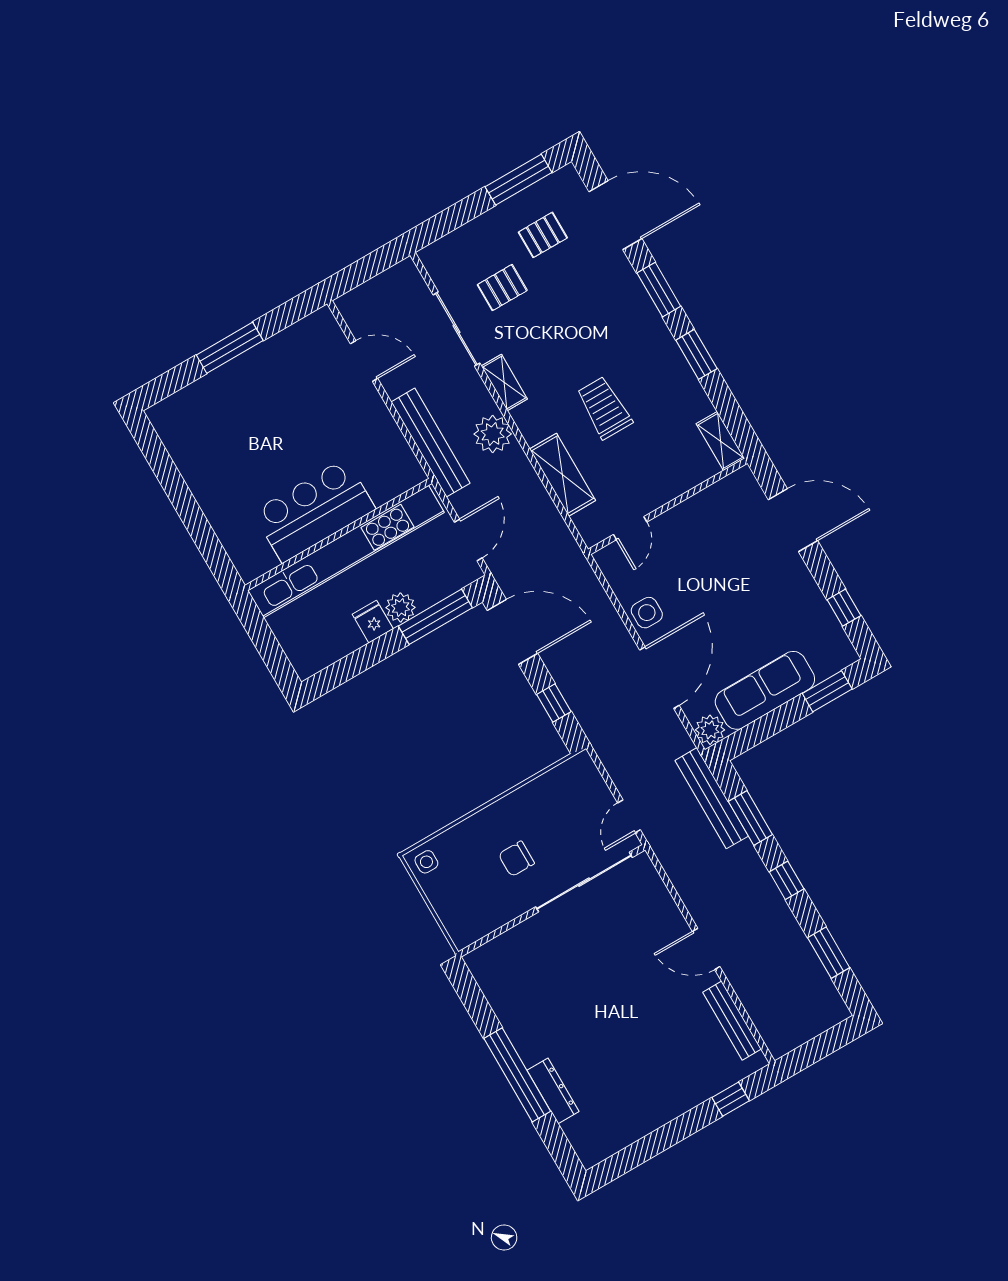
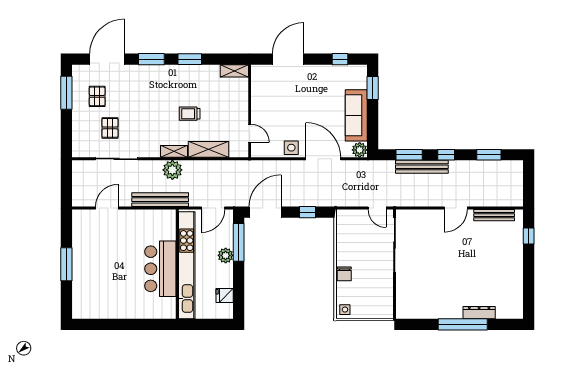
shelving: (504, 382) -> (174, 151), moved
trolley: (604, 408) -> (190, 114), width x0.73, depth x0.72
door: (468, 540) -> (213, 208), swing flipped
fridge: (373, 622) -> (225, 295), moved
bench: (712, 798) -> (422, 167), moved
chair: (516, 859) -> (344, 274), moved

